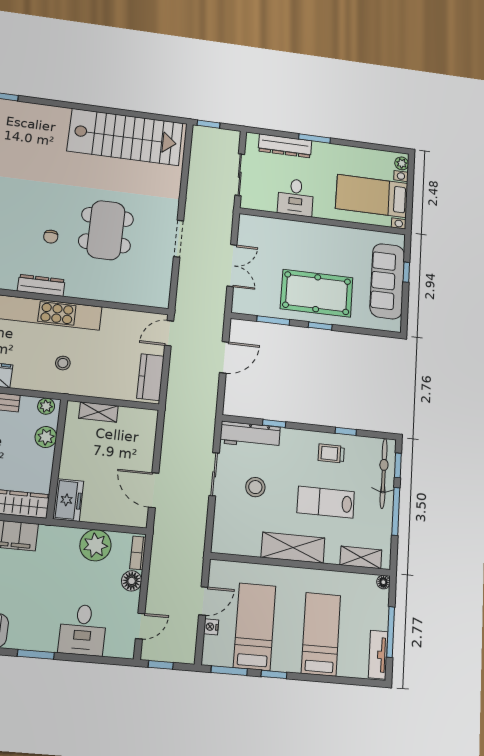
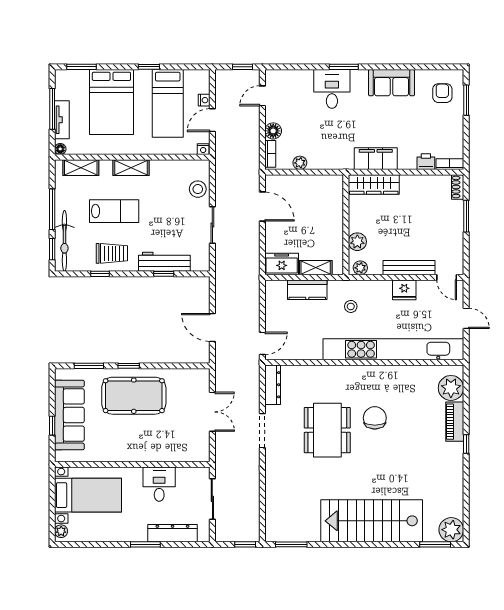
window: (159, 117) -> (291, 544), added
stairs: (125, 137) -> (372, 521), moved
chair: (51, 237) -> (375, 418), width x1.87, depth x1.87
double door: (232, 266) -> (212, 412), swing flipped
dresser: (41, 285) -> (273, 385), moved, turned -90
window: (273, 320) -> (89, 366), moved
door: (224, 357) -> (212, 327), hinge flipped
kitchen counter: (150, 377) -> (307, 290), moved, turned 90
workbench: (250, 435) -> (164, 262), moved
trolley: (331, 453) -> (112, 253), width x1.36, depth x1.39
stool: (255, 487) -> (198, 189), moved
freezer: (68, 500) -> (282, 264), moved, turned 90
plant: (95, 545) -> (300, 163), width x0.53, depth x0.53
shelving: (293, 548) -> (131, 168), width x0.67, depth x0.75
nightstand: (217, 566) -> (203, 149), added
desk: (83, 630) -> (332, 89), moved
bed: (321, 634) -> (111, 102), width x1.50
tv unit: (378, 655) -> (62, 120), moved
window: (229, 671) -> (81, 67), moved

